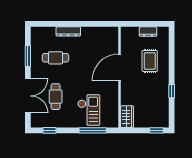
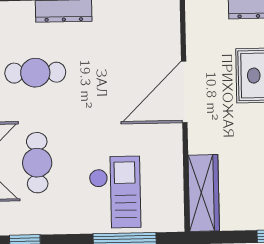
wardrobe: (127, 117) -> (204, 193), width x1.50

